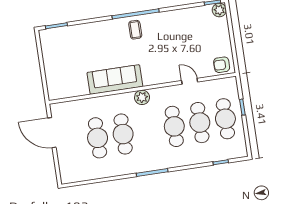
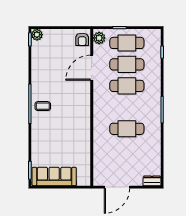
sofa: (115, 80) -> (54, 176), moved, turned 90
door: (190, 81) -> (92, 68), width x1.88
plant: (142, 97) -> (99, 38), moved
cafe table: (98, 138) -> (127, 150), removed
dresser: (66, 173) -> (152, 181), added

